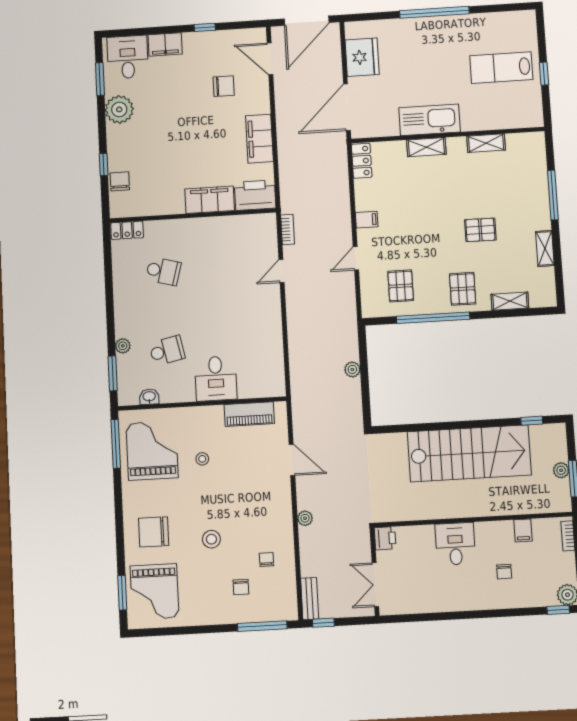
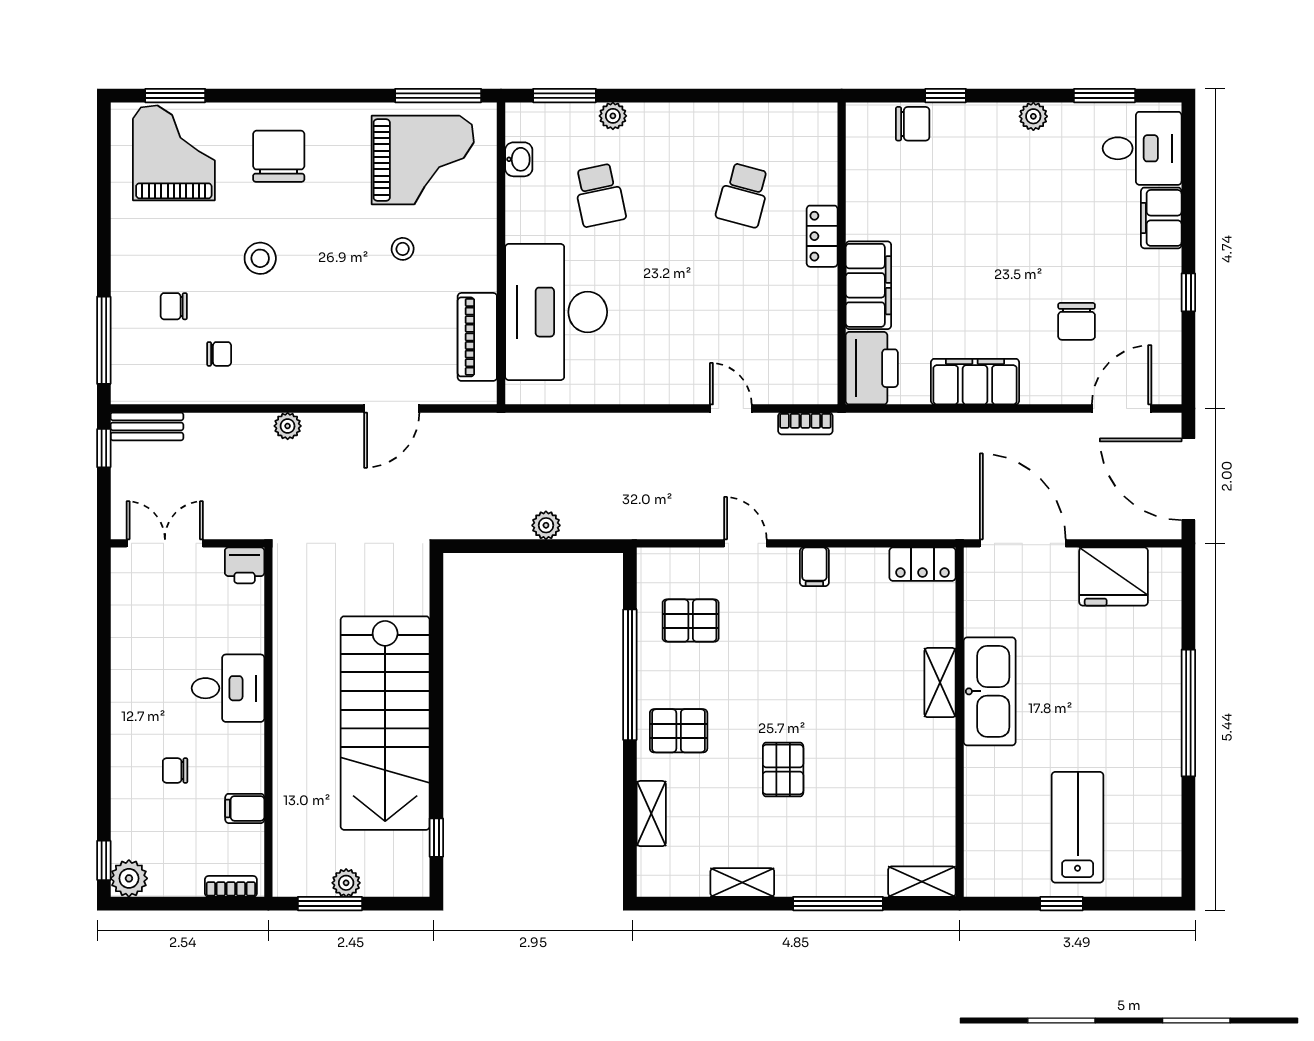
plant: (119, 109) -> (1033, 116), width x0.53, depth x0.53
shelving: (486, 143) -> (922, 882), moved, turned 90
locker: (127, 230) -> (822, 236), moved
desk: (216, 378) -> (556, 312), width x1.87, depth x1.30
grand piano: (155, 592) -> (174, 153), turned 90

